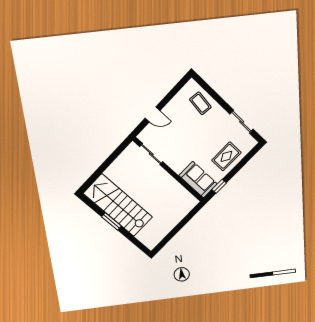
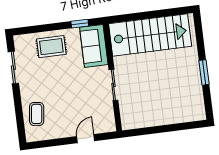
door: (153, 114) -> (86, 139), hinge flipped
sliding door: (151, 154) -> (113, 85), moved
stairs: (118, 205) -> (150, 35), moved, turned -90

